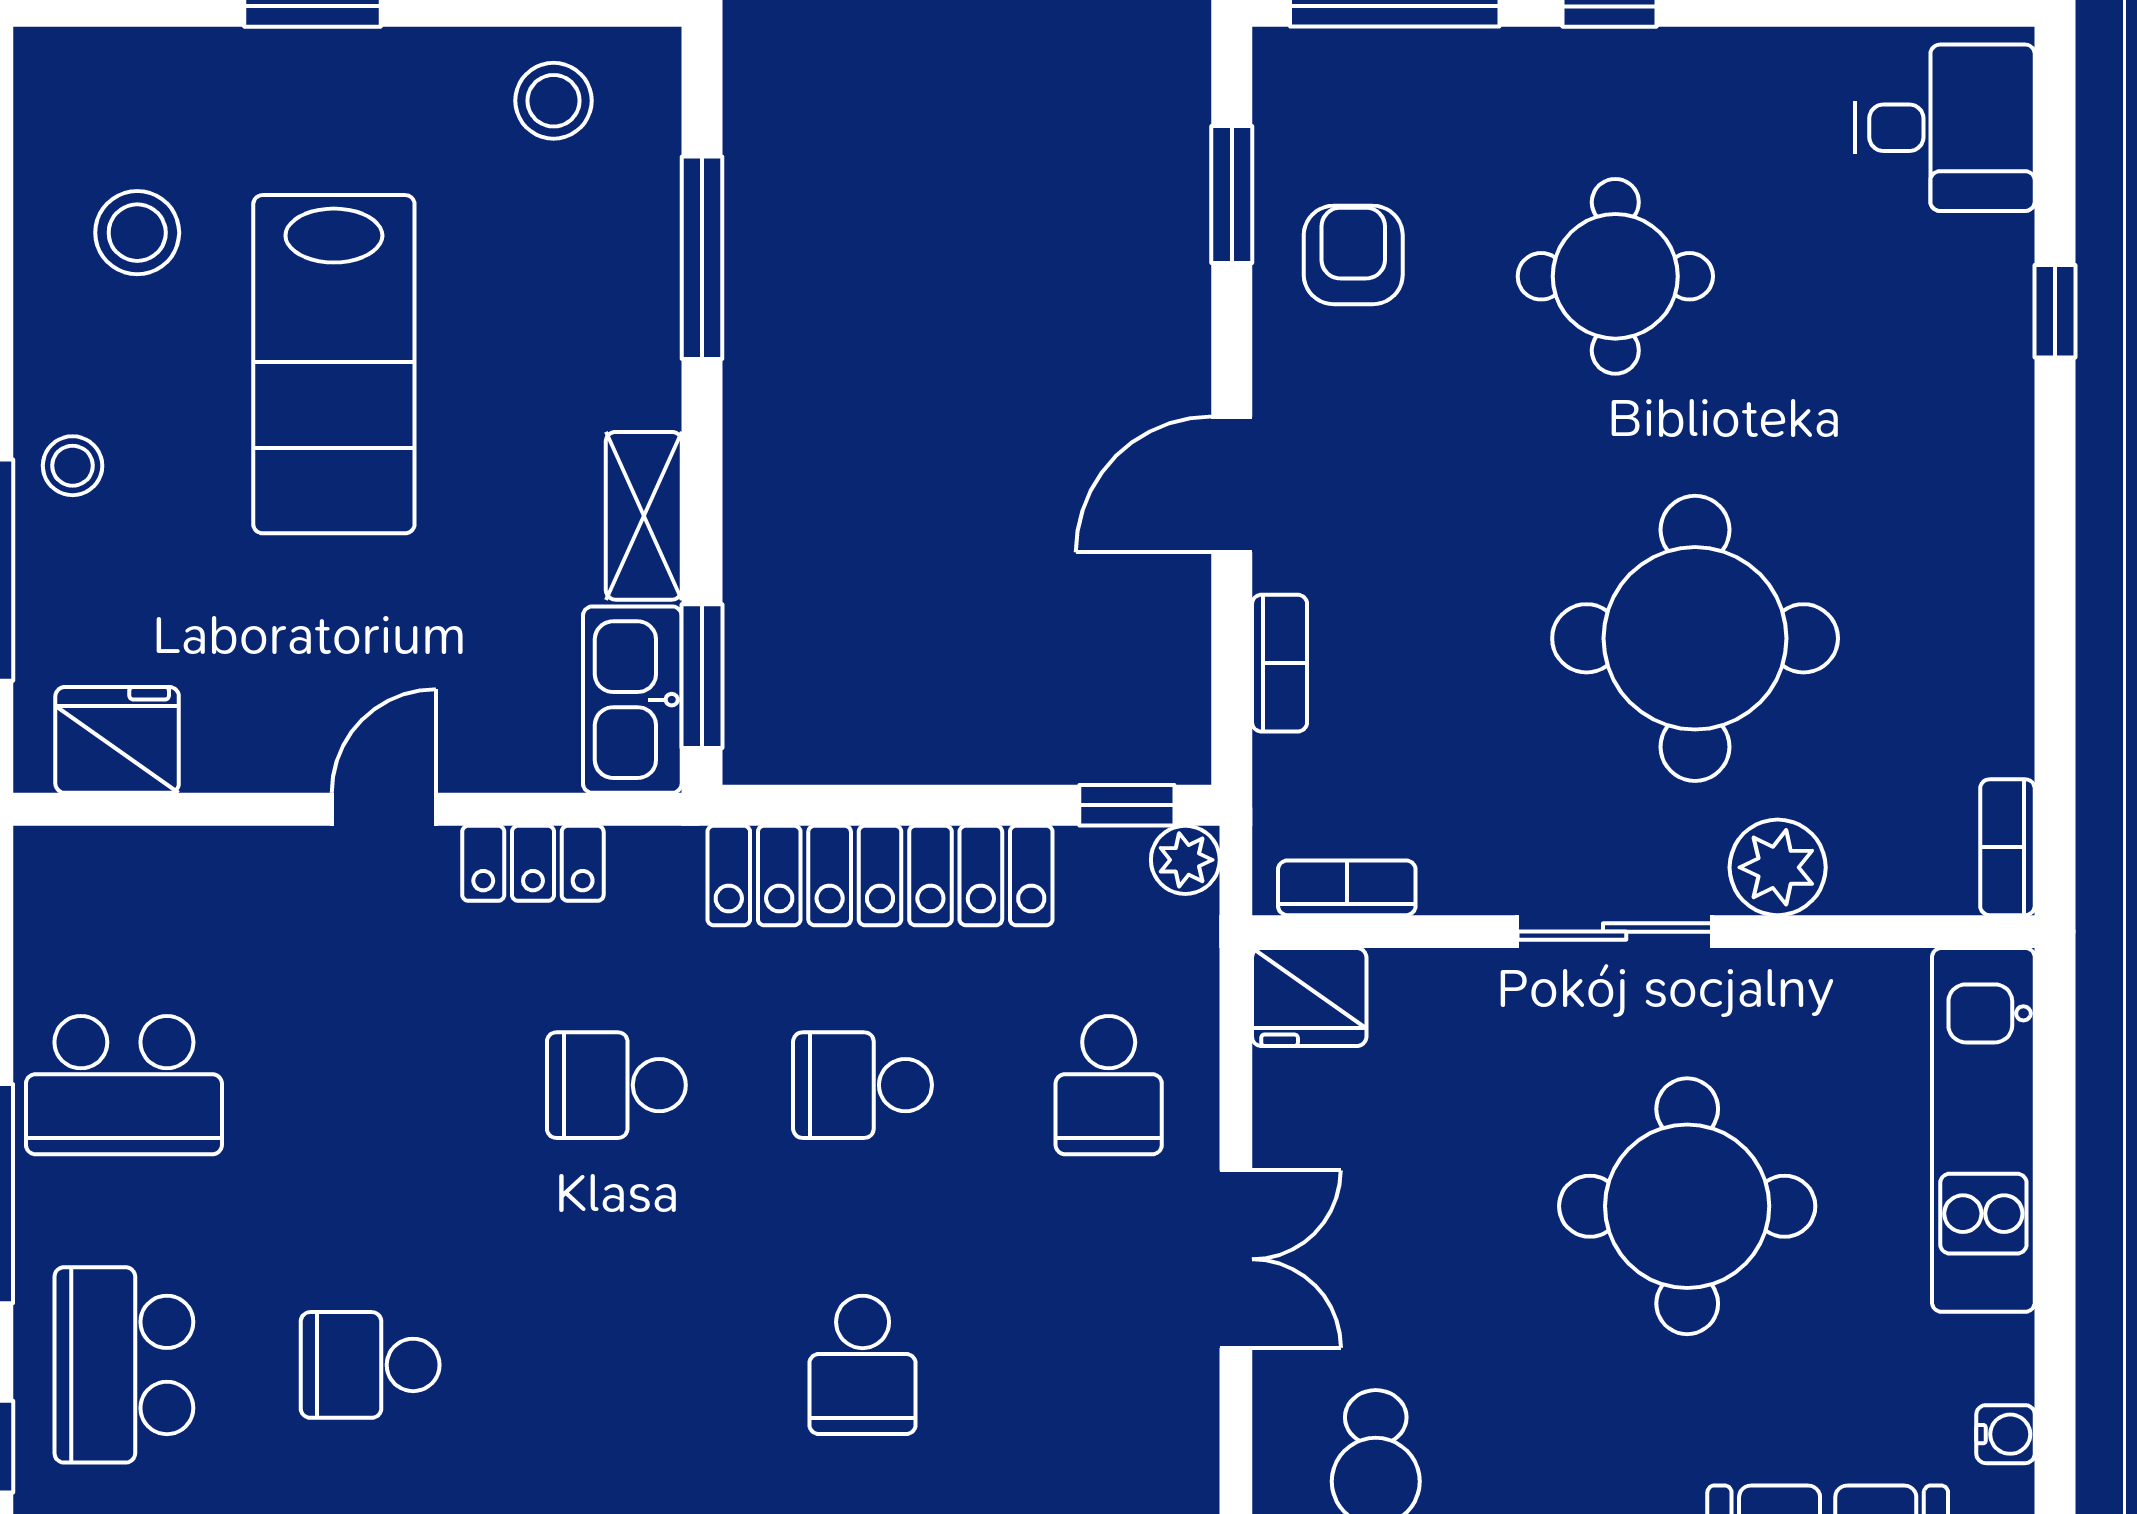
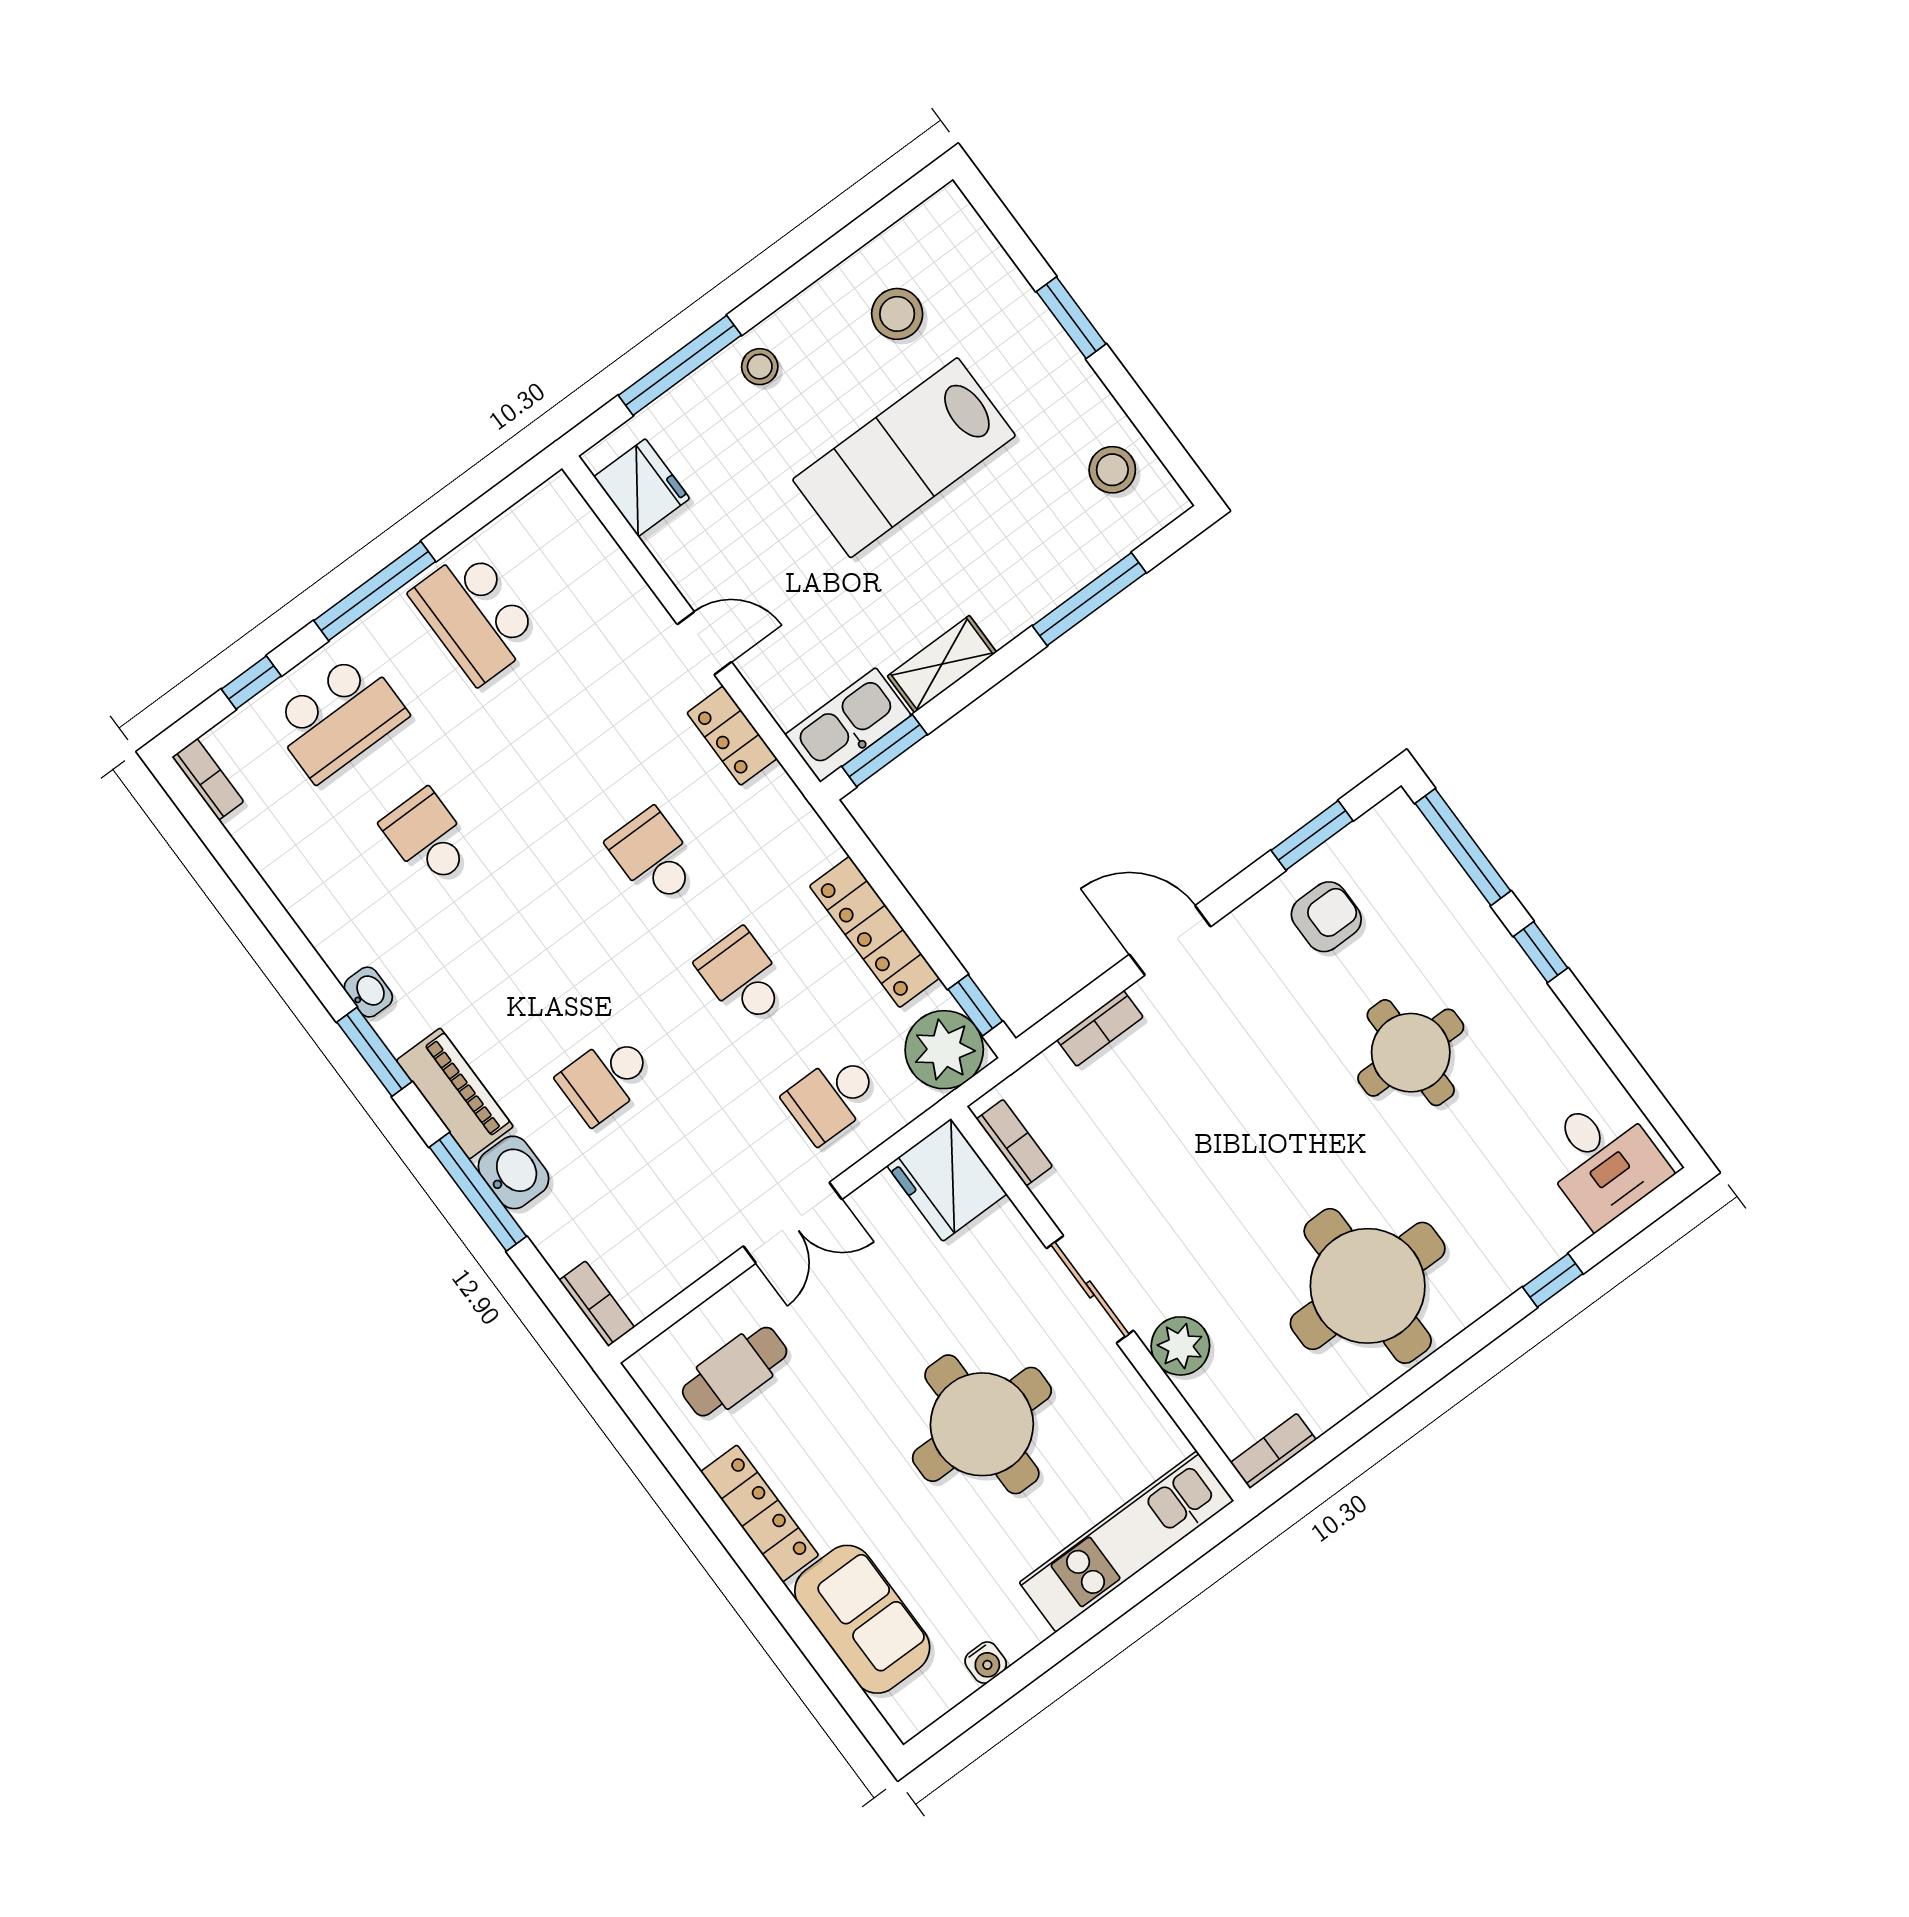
round table: (1695, 638) -> (1368, 1286), moved
plant: (1185, 860) -> (944, 1050), width x1.87, depth x1.87
locker: (880, 876) -> (874, 932), width x0.71, depth x0.83
fridge: (1309, 997) -> (947, 1180), width x1.36, depth x1.34
school desk: (124, 1365) -> (339, 717), turned 180

